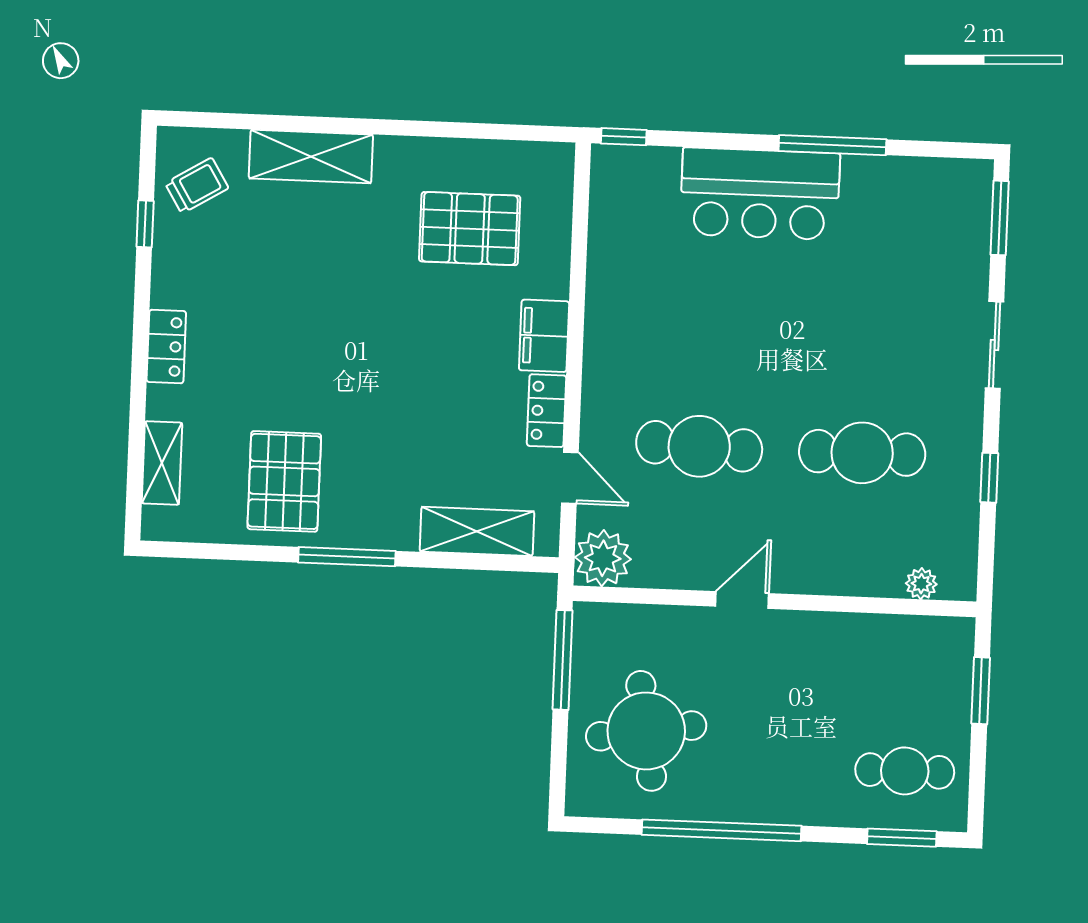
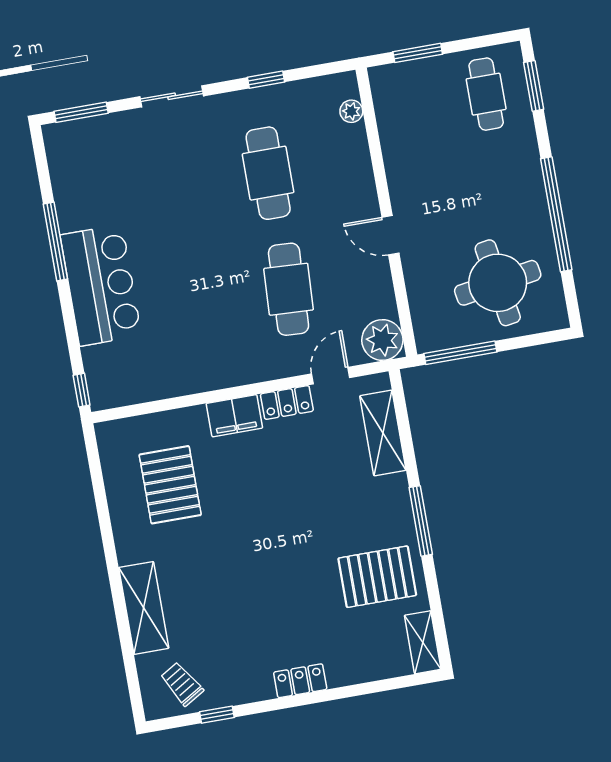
shelving: (162, 463) -> (423, 642), moved, turned 90

